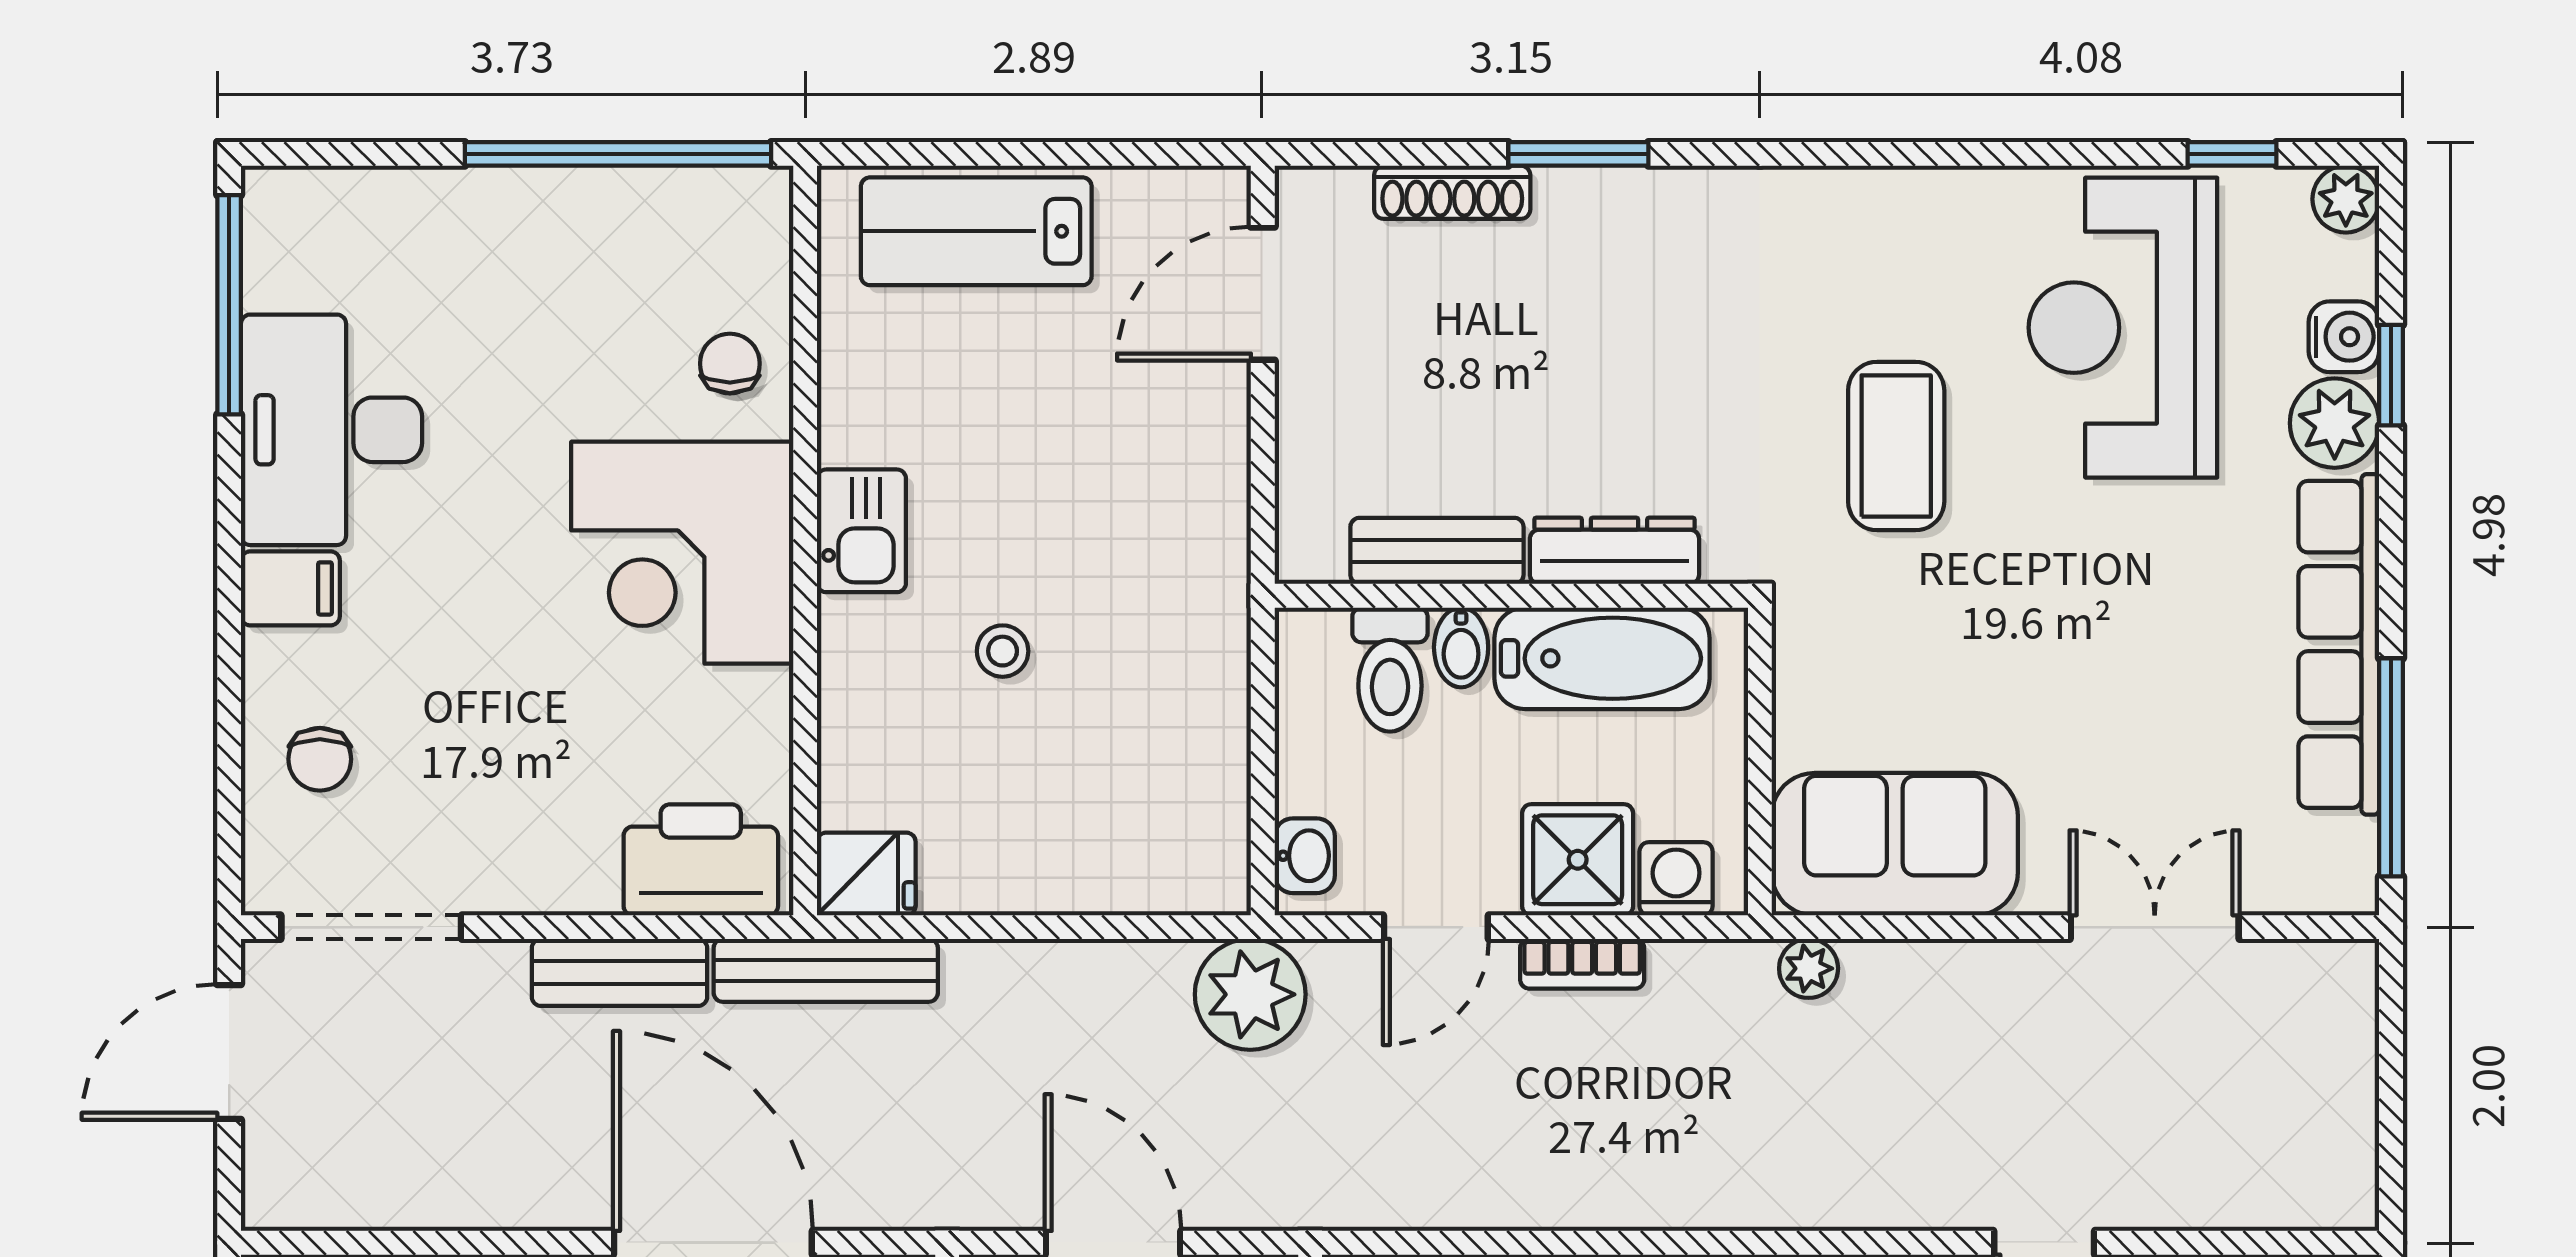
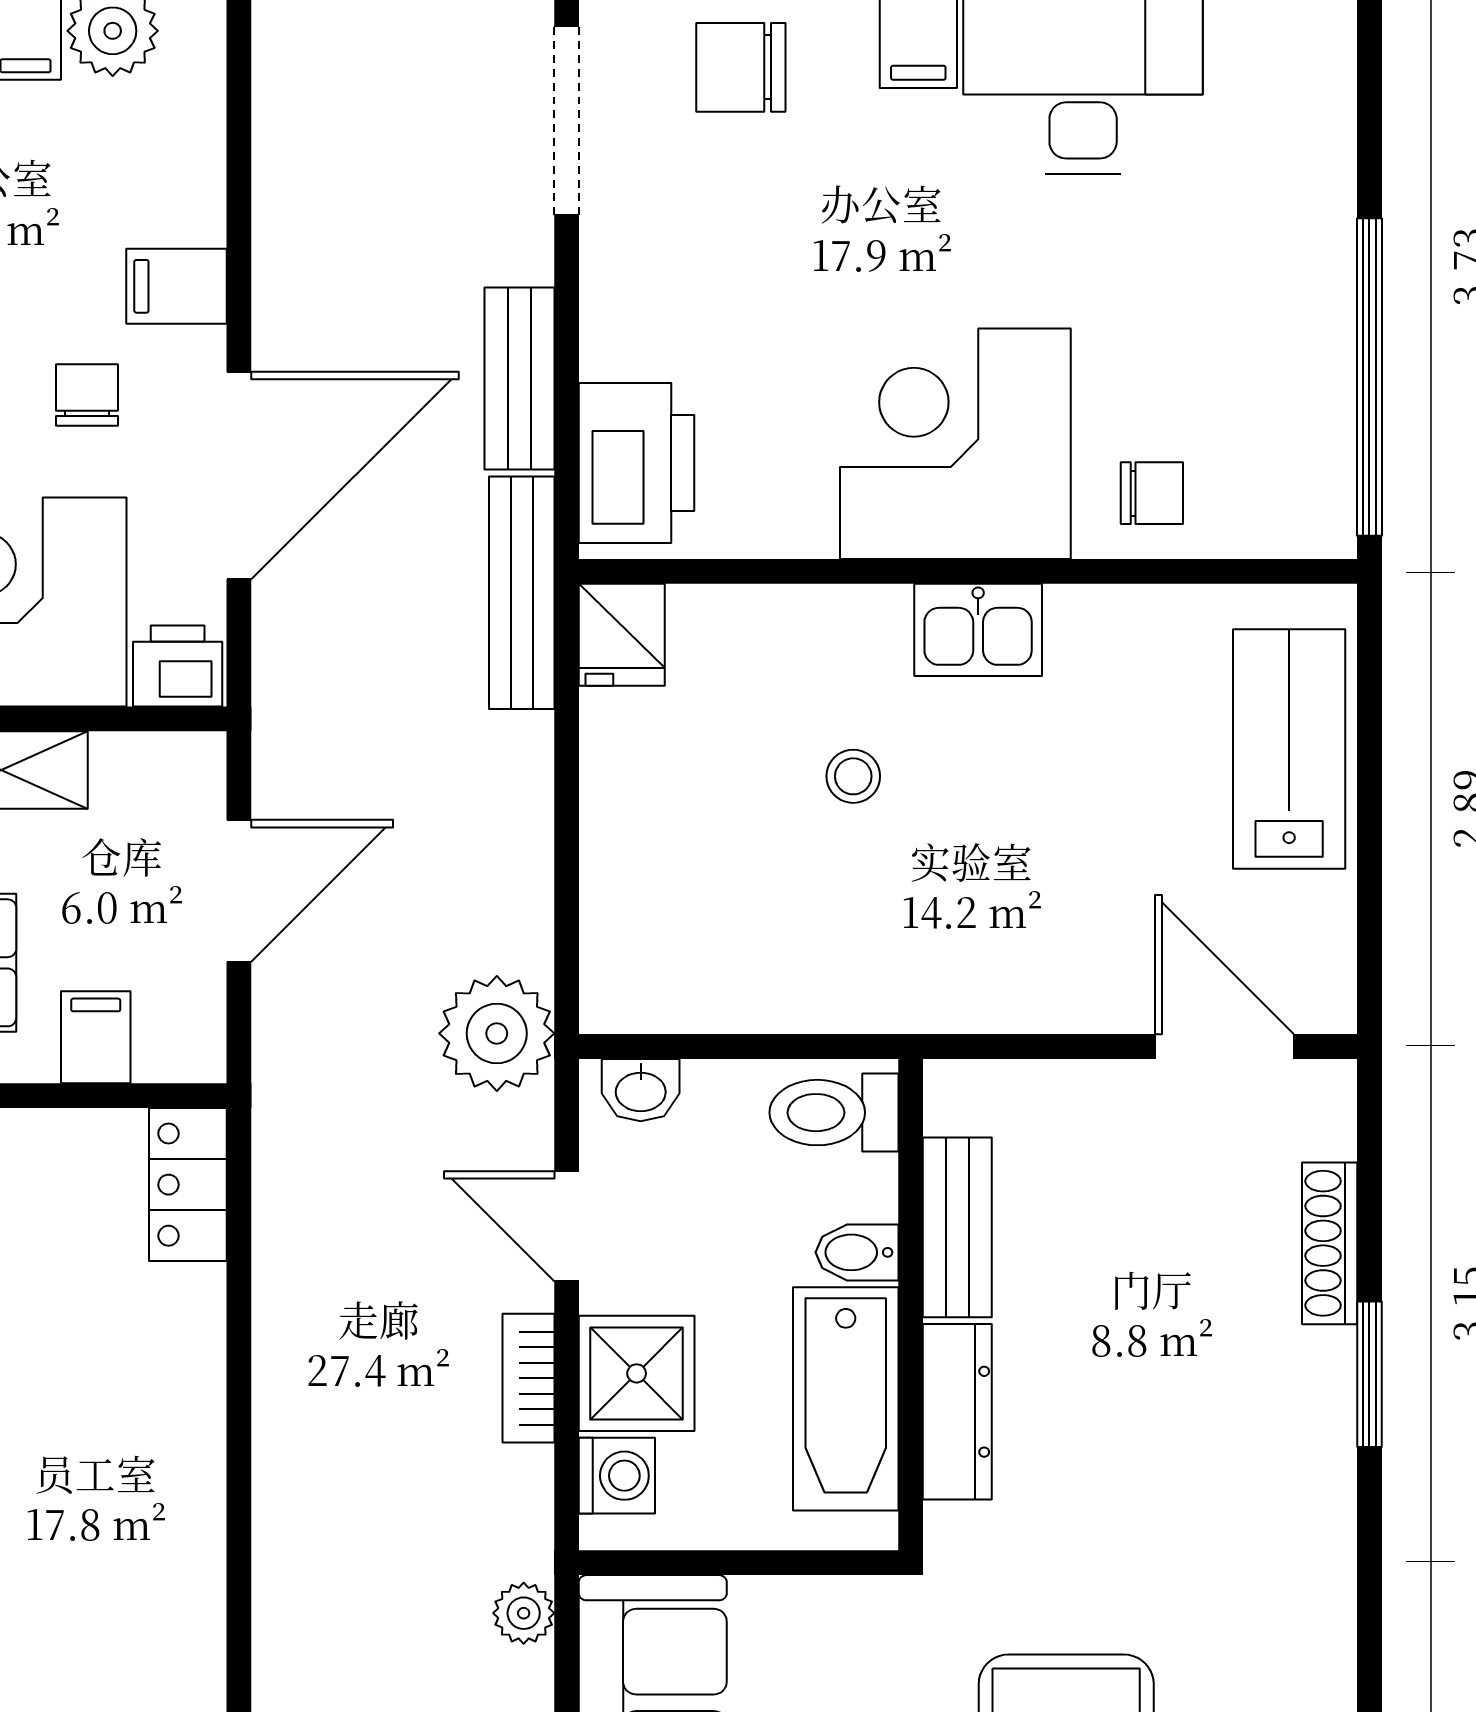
toilet: (1390, 670) -> (834, 1113), moved
chair: (320, 759) -> (741, 67), width x1.37, depth x1.37

